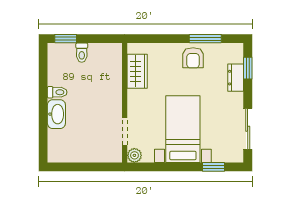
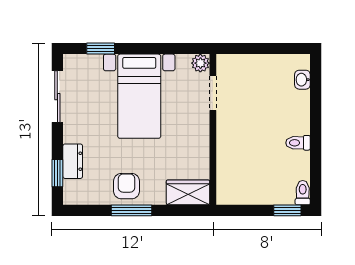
window: (205, 39) -> (132, 210), moved
toilet: (82, 53) -> (303, 193), moved
wardrobe: (137, 71) -> (188, 192), moved, turned 90
washbasin: (56, 114) -> (302, 80), moved, width x0.52, depth x0.69

